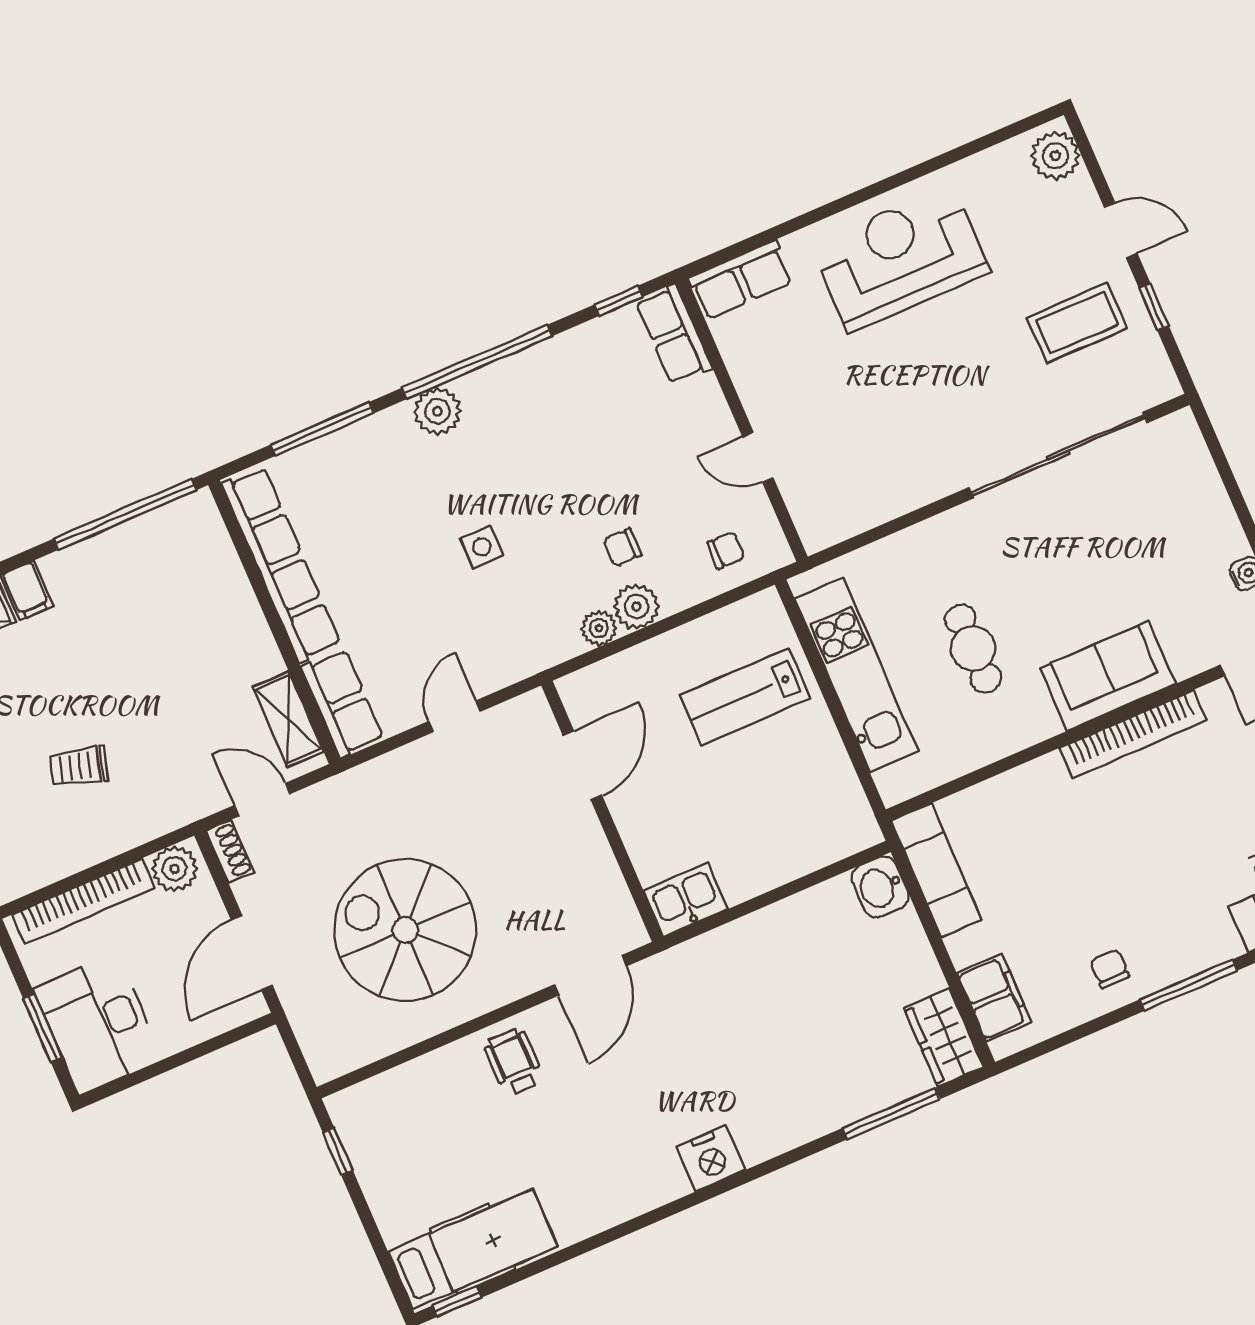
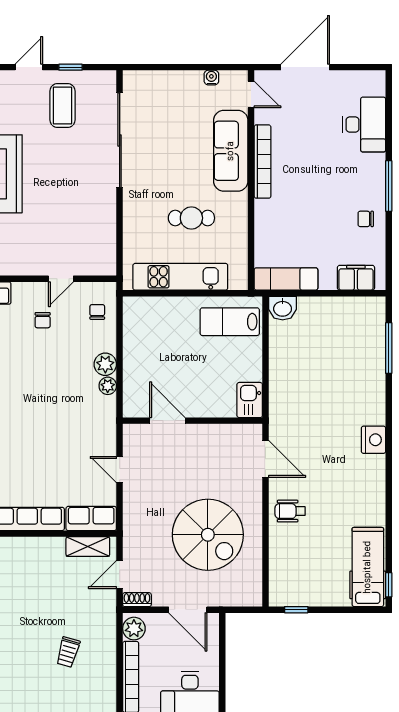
side table: (482, 547) -> (47, 423), removed
chair: (622, 547) -> (43, 320), moved
sofa: (1108, 676) -> (231, 151), width x1.36
lab bench: (745, 697) -> (230, 322), moved, turned 90
spiral stairs: (405, 930) -> (208, 535), turned -90
wardrobe: (944, 1037) -> (364, 309), removed

